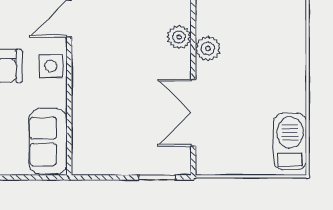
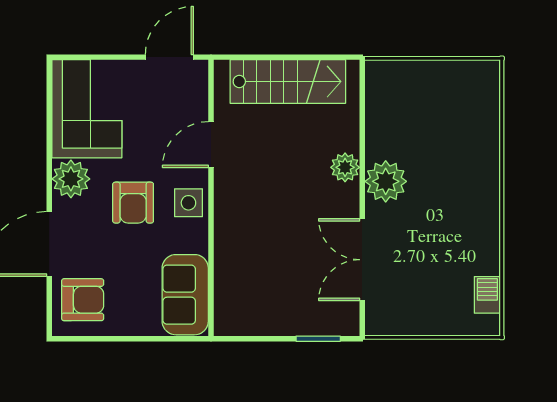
plant: (208, 49) -> (386, 181), width x1.36, depth x1.36
barbecue: (290, 142) -> (487, 295), width x0.53, depth x0.65

